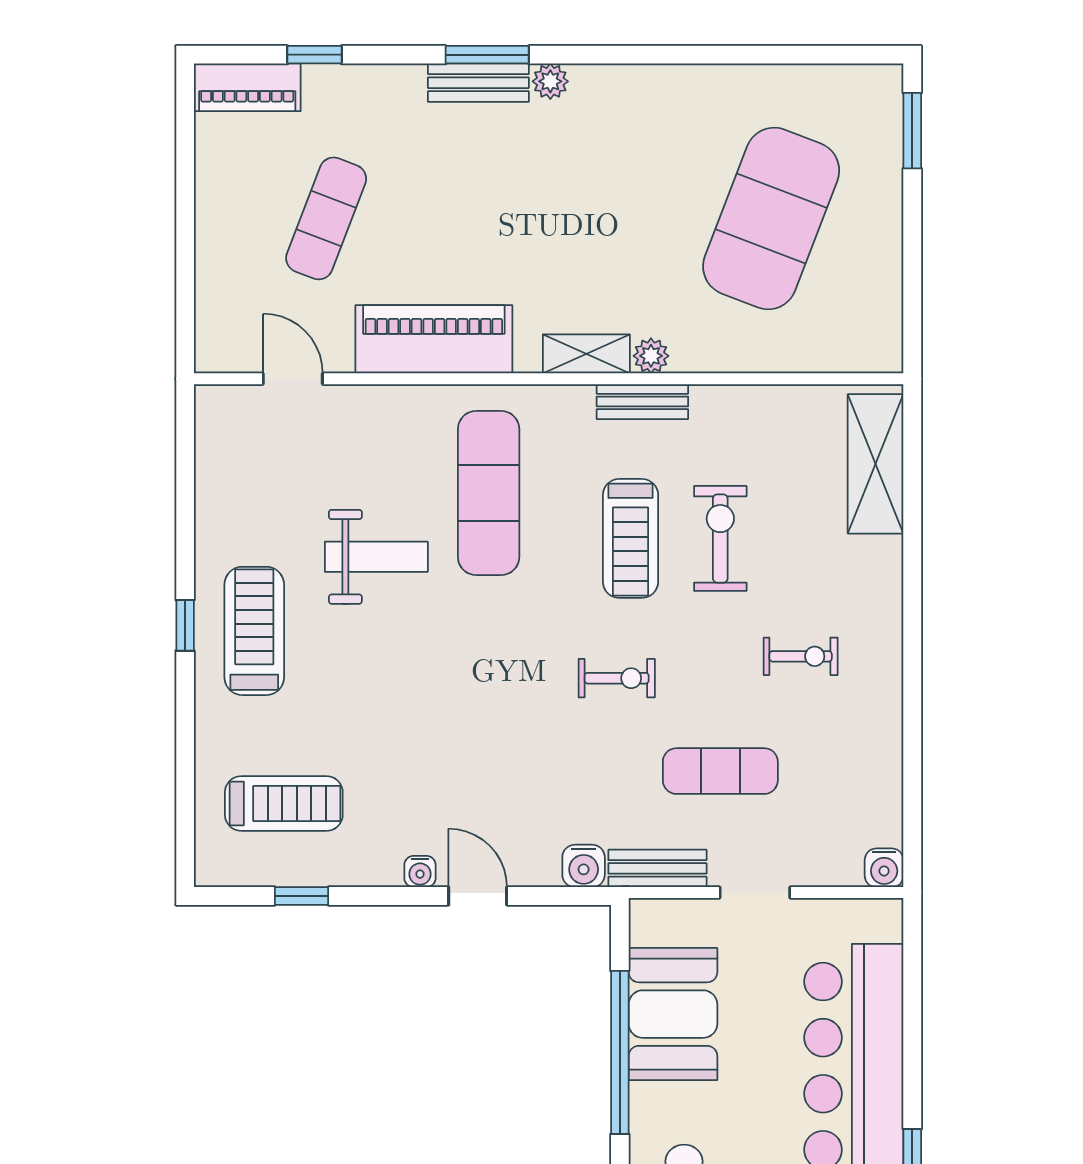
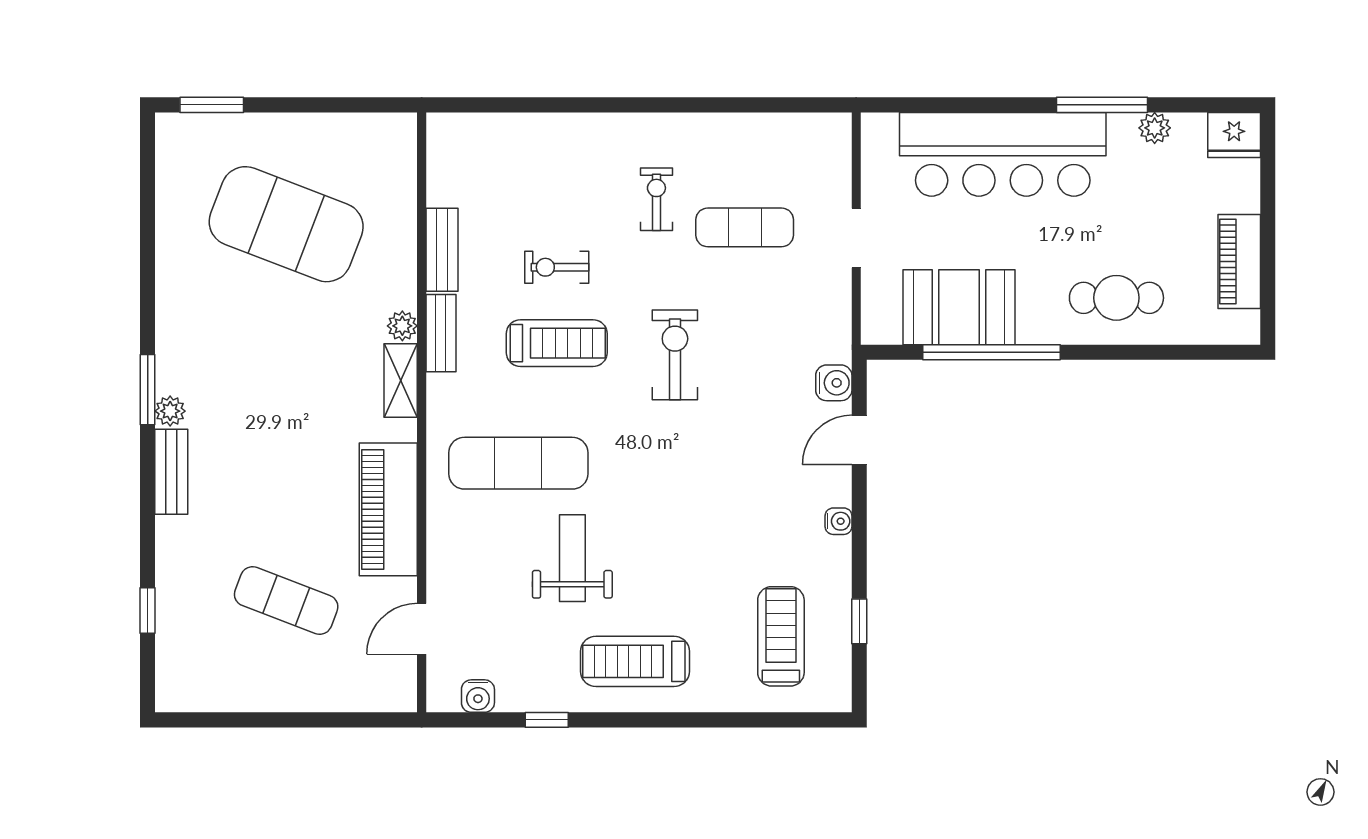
window: (487, 55) -> (148, 390), moved
piano: (247, 87) -> (175, 667), removed
shelving: (876, 464) -> (494, 136), removed
exercise bike: (720, 538) -> (557, 267), width x0.73, depth x0.72
window: (185, 625) -> (547, 720), moved
exercise bike: (617, 678) -> (675, 355), width x1.38, depth x1.39
exercise mat: (720, 771) -> (745, 227), moved, turned 90
bench: (657, 868) -> (442, 250), moved
water cooler: (884, 868) -> (478, 696), moved, turned 90
door: (478, 896) -> (859, 440), moved

